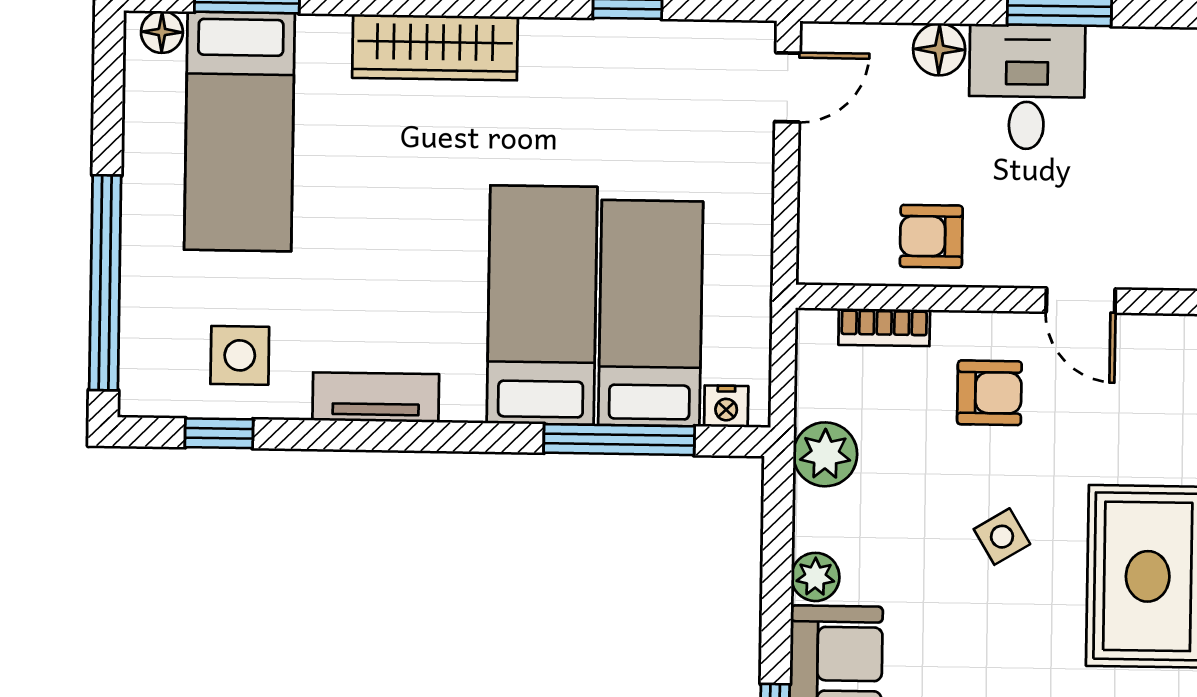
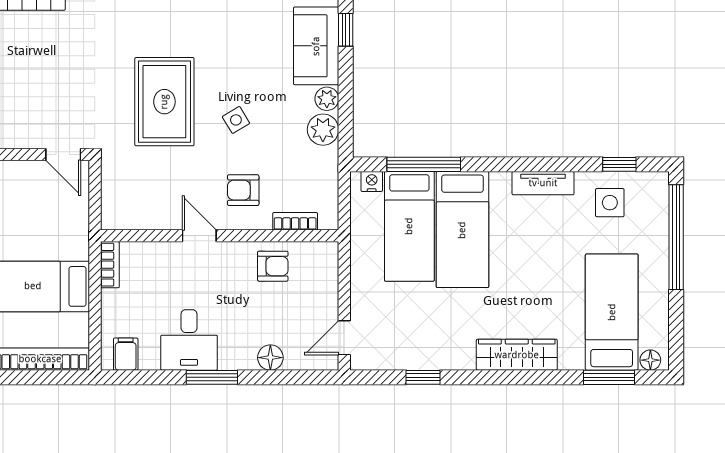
desk: (1027, 87) -> (189, 340), moved
plant: (825, 454) -> (323, 130), moved

